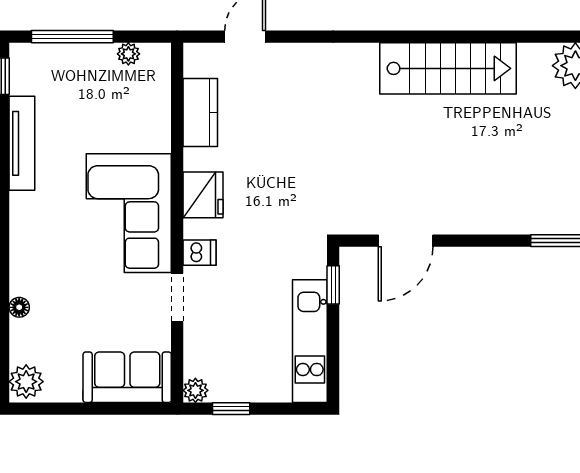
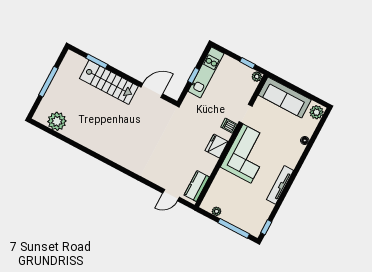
stairs: (448, 68) -> (109, 82), moved, turned 180
kitchen counter: (200, 112) -> (197, 186), moved
tv unit: (22, 143) -> (280, 185), moved
window: (333, 285) -> (194, 75), moved
sofa: (127, 377) -> (285, 97), width x1.36

